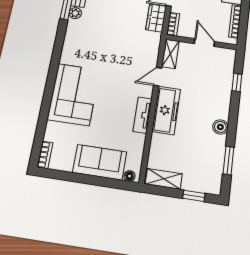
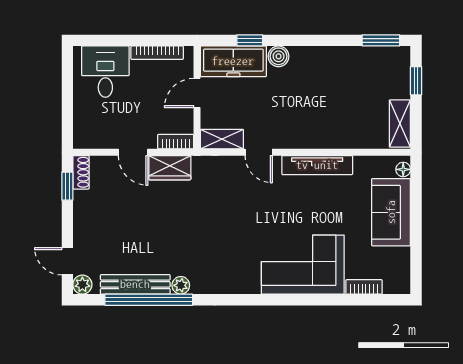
freezer: (166, 110) -> (233, 61), moved, turned 180
tv unit: (142, 115) -> (317, 165), width x1.41
boiler: (220, 127) -> (279, 56), moved
bookcase: (45, 155) -> (364, 287), moved
window: (228, 161) -> (381, 40), moved

